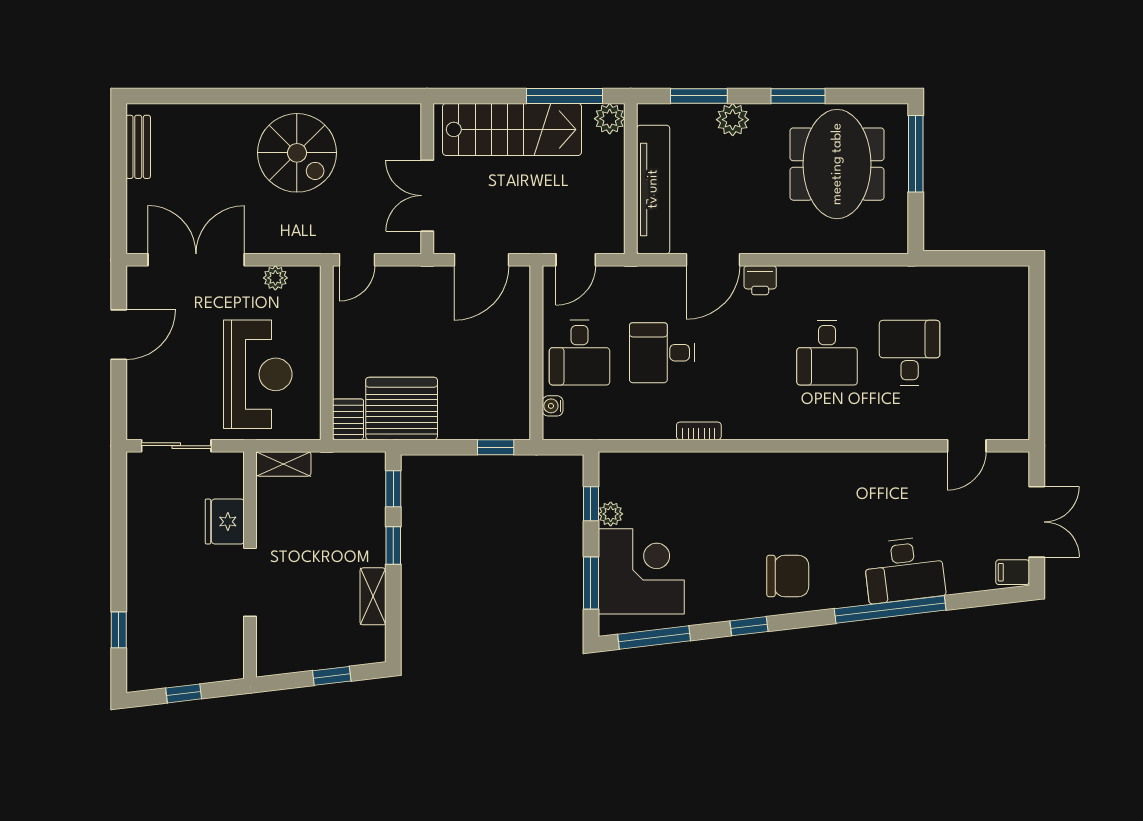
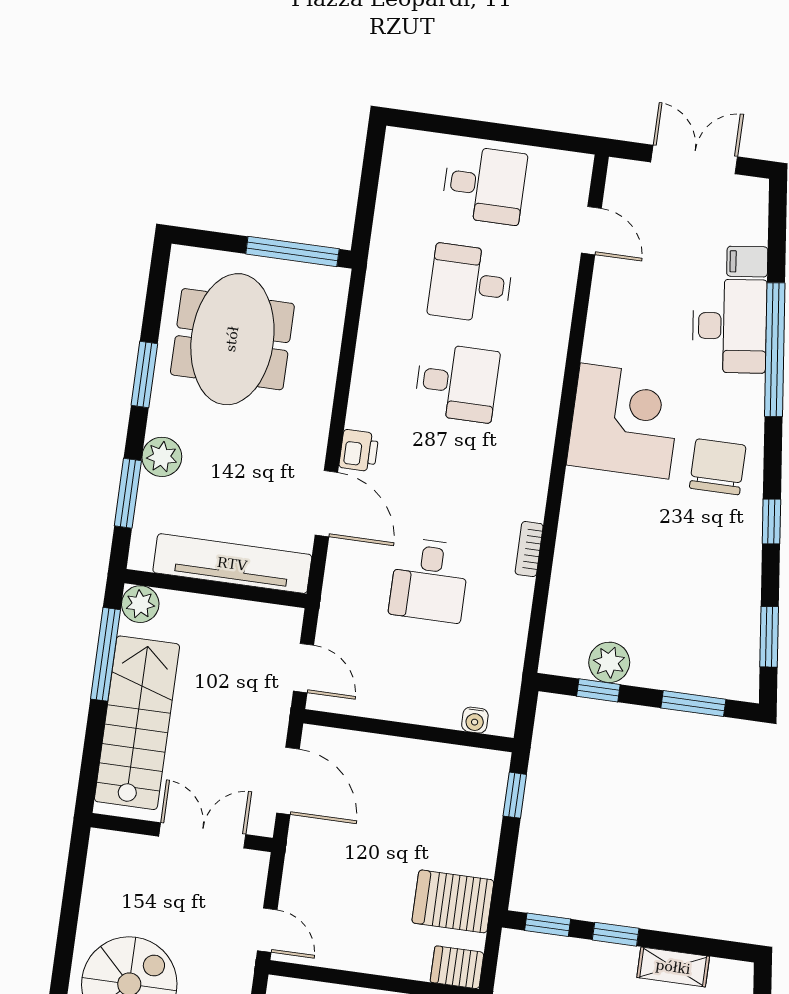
window: (916, 154) -> (292, 251), moved
meeting table: (837, 164) -> (232, 339), turned 90
double door: (427, 196) -> (202, 835), swing flipped
desk: (579, 353) -> (484, 185), moved
server rack: (402, 409) -> (453, 901), width x0.62
plant: (611, 514) -> (609, 662), width x1.38, depth x1.38
corner desk: (641, 571) -> (624, 421), moved, turned 90
filing cabinet: (1013, 572) -> (747, 262), moved, turned 83
window: (654, 637) -> (769, 637), width x0.69

